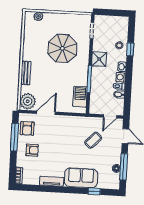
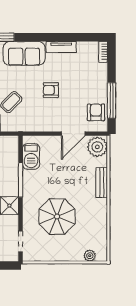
armchair: (32, 150) -> (51, 90), moved

